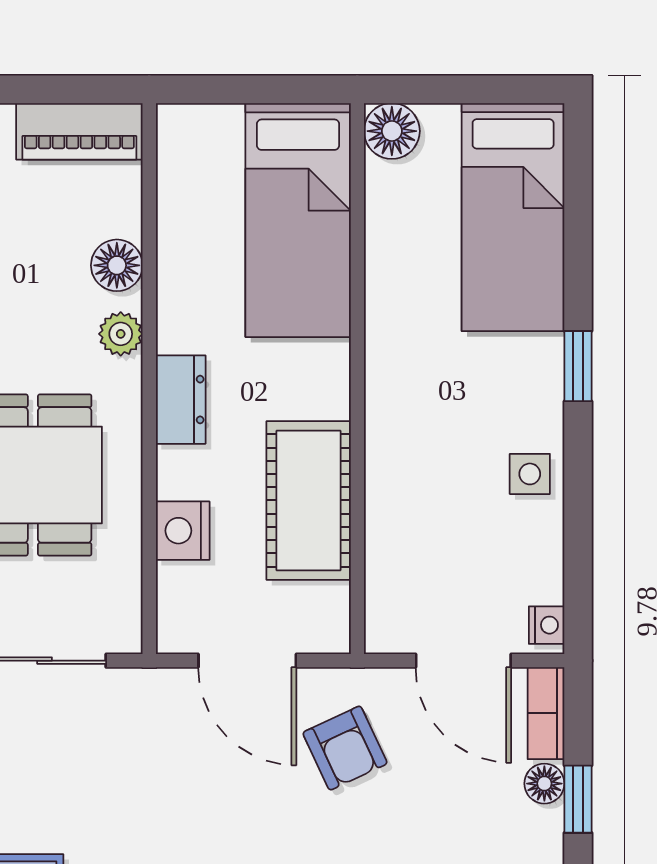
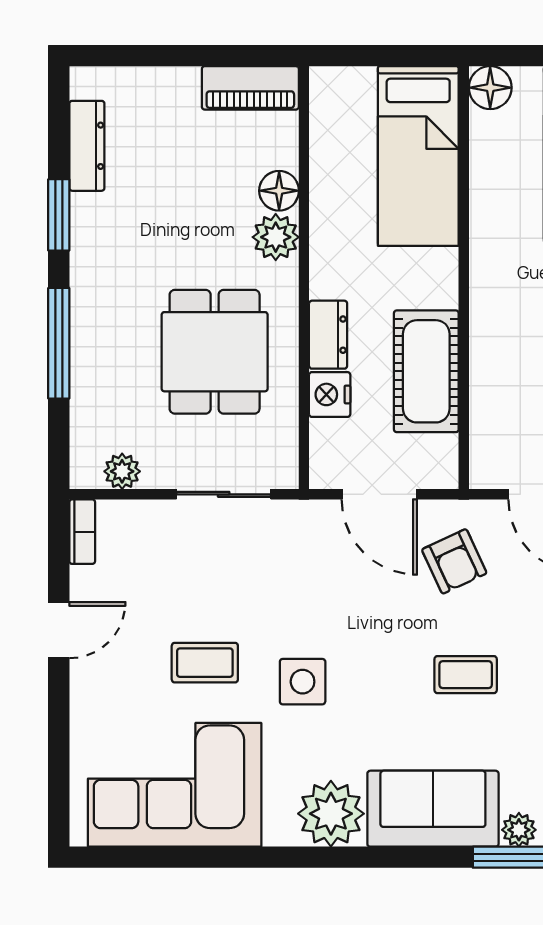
plant: (121, 334) -> (276, 237), width x1.38, depth x1.38
dresser: (181, 400) -> (328, 335), moved

